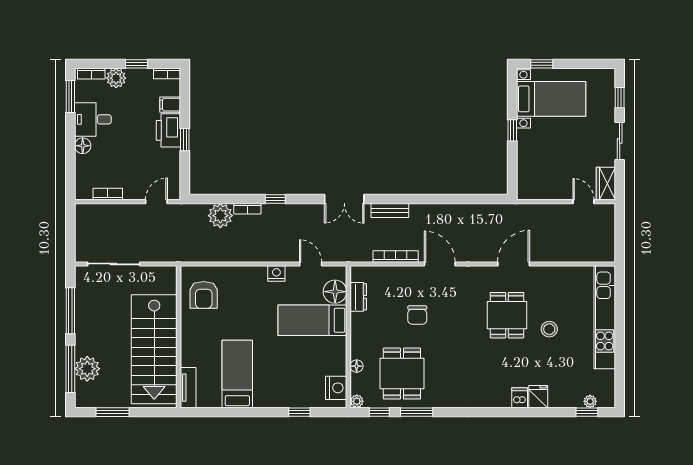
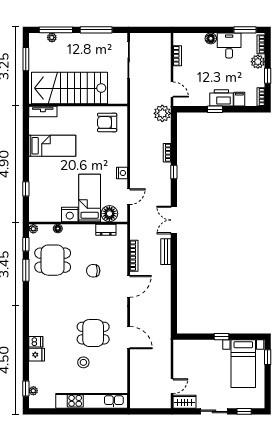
plant: (220, 216) -> (162, 113), moved
plant: (87, 369) -> (52, 37), width x0.53, depth x0.53
nightstand: (336, 388) -> (70, 214), moved

